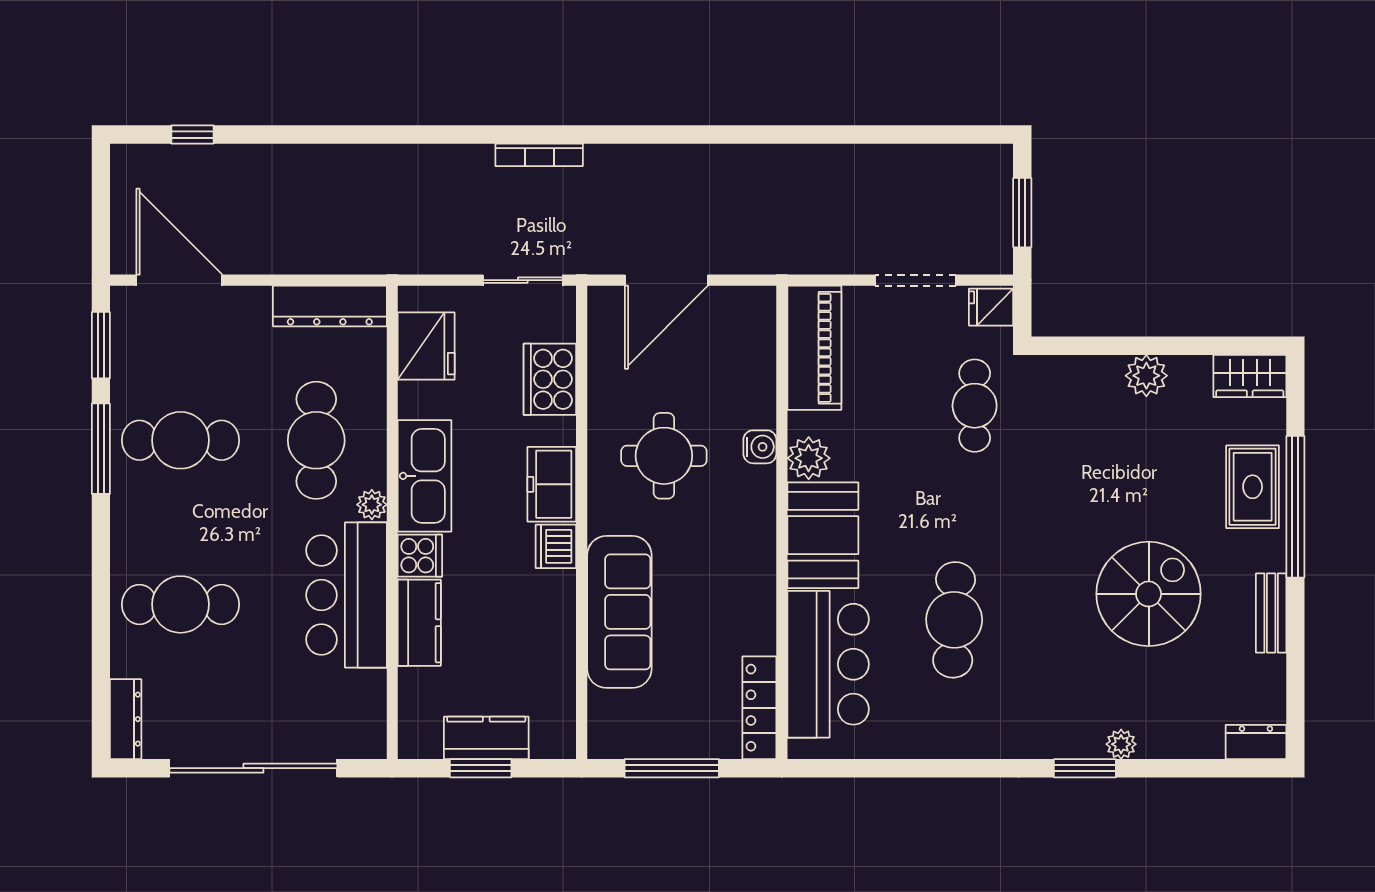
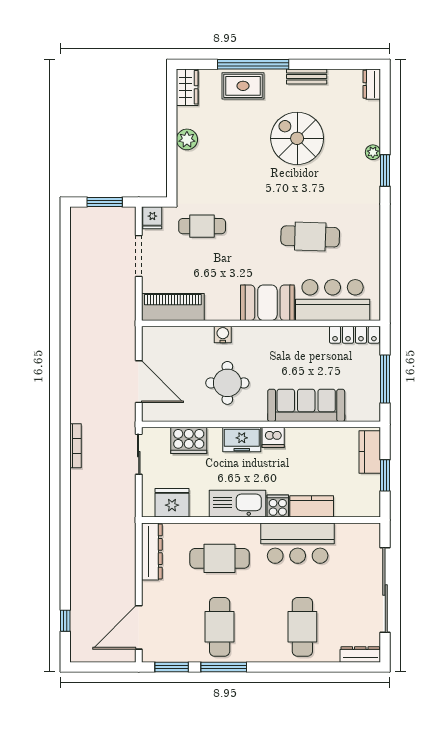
plant: (809, 458) -> (229, 310), removed
plant: (372, 505) -> (252, 530), removed
kitchen counter: (486, 738) -> (370, 452), moved

